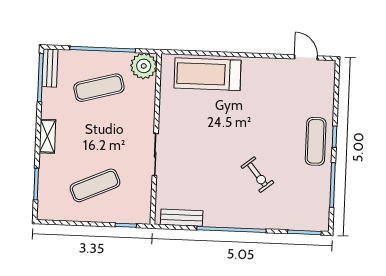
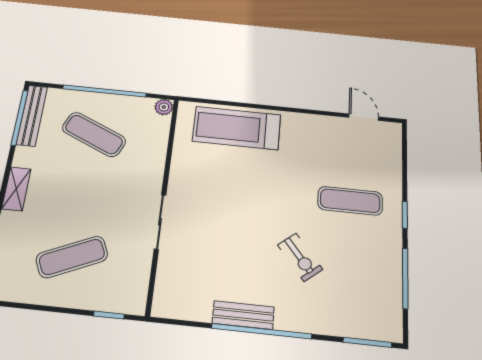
plant: (144, 66) -> (164, 107), width x0.53, depth x0.53
bench: (50, 68) -> (32, 115), width x1.36
exercise mat: (99, 88) -> (94, 134), turned 39
exercise mat: (316, 141) -> (350, 201), moved, turned 90
bench: (182, 218) -> (243, 315), moved

